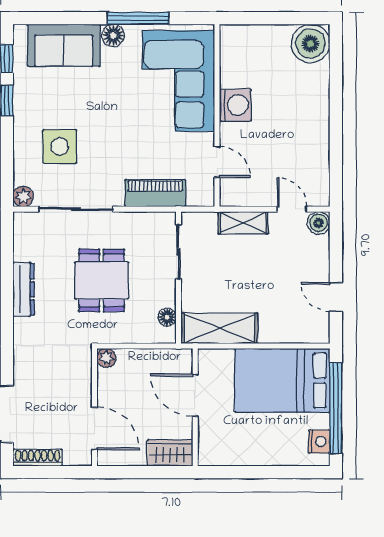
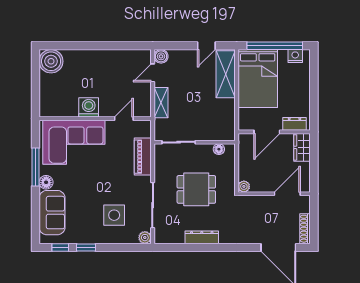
shelving: (219, 328) -> (226, 74), moved
dresser: (208, 441) -> (295, 124), added

